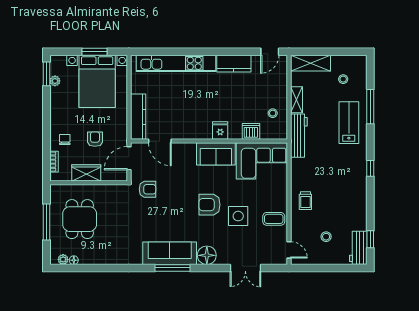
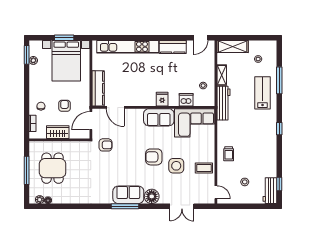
sofa: (170, 253) -> (128, 195), width x0.73

